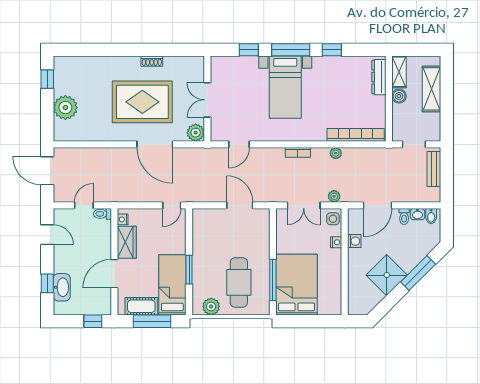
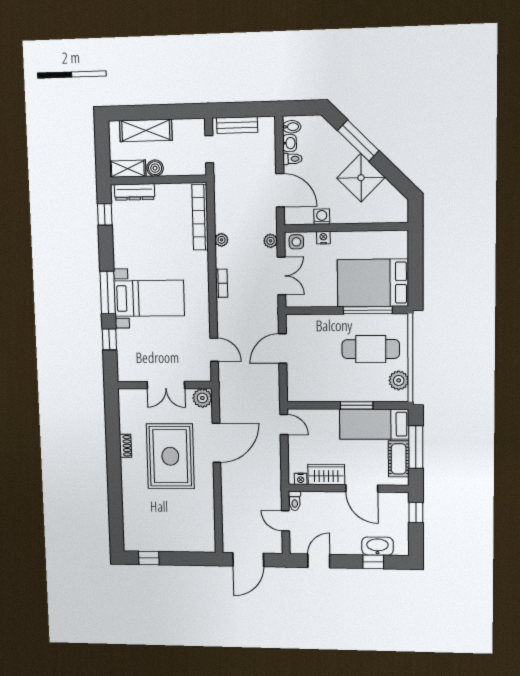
window: (332, 50) -> (105, 214), moved
plant: (65, 108) -> (179, 539), removed

